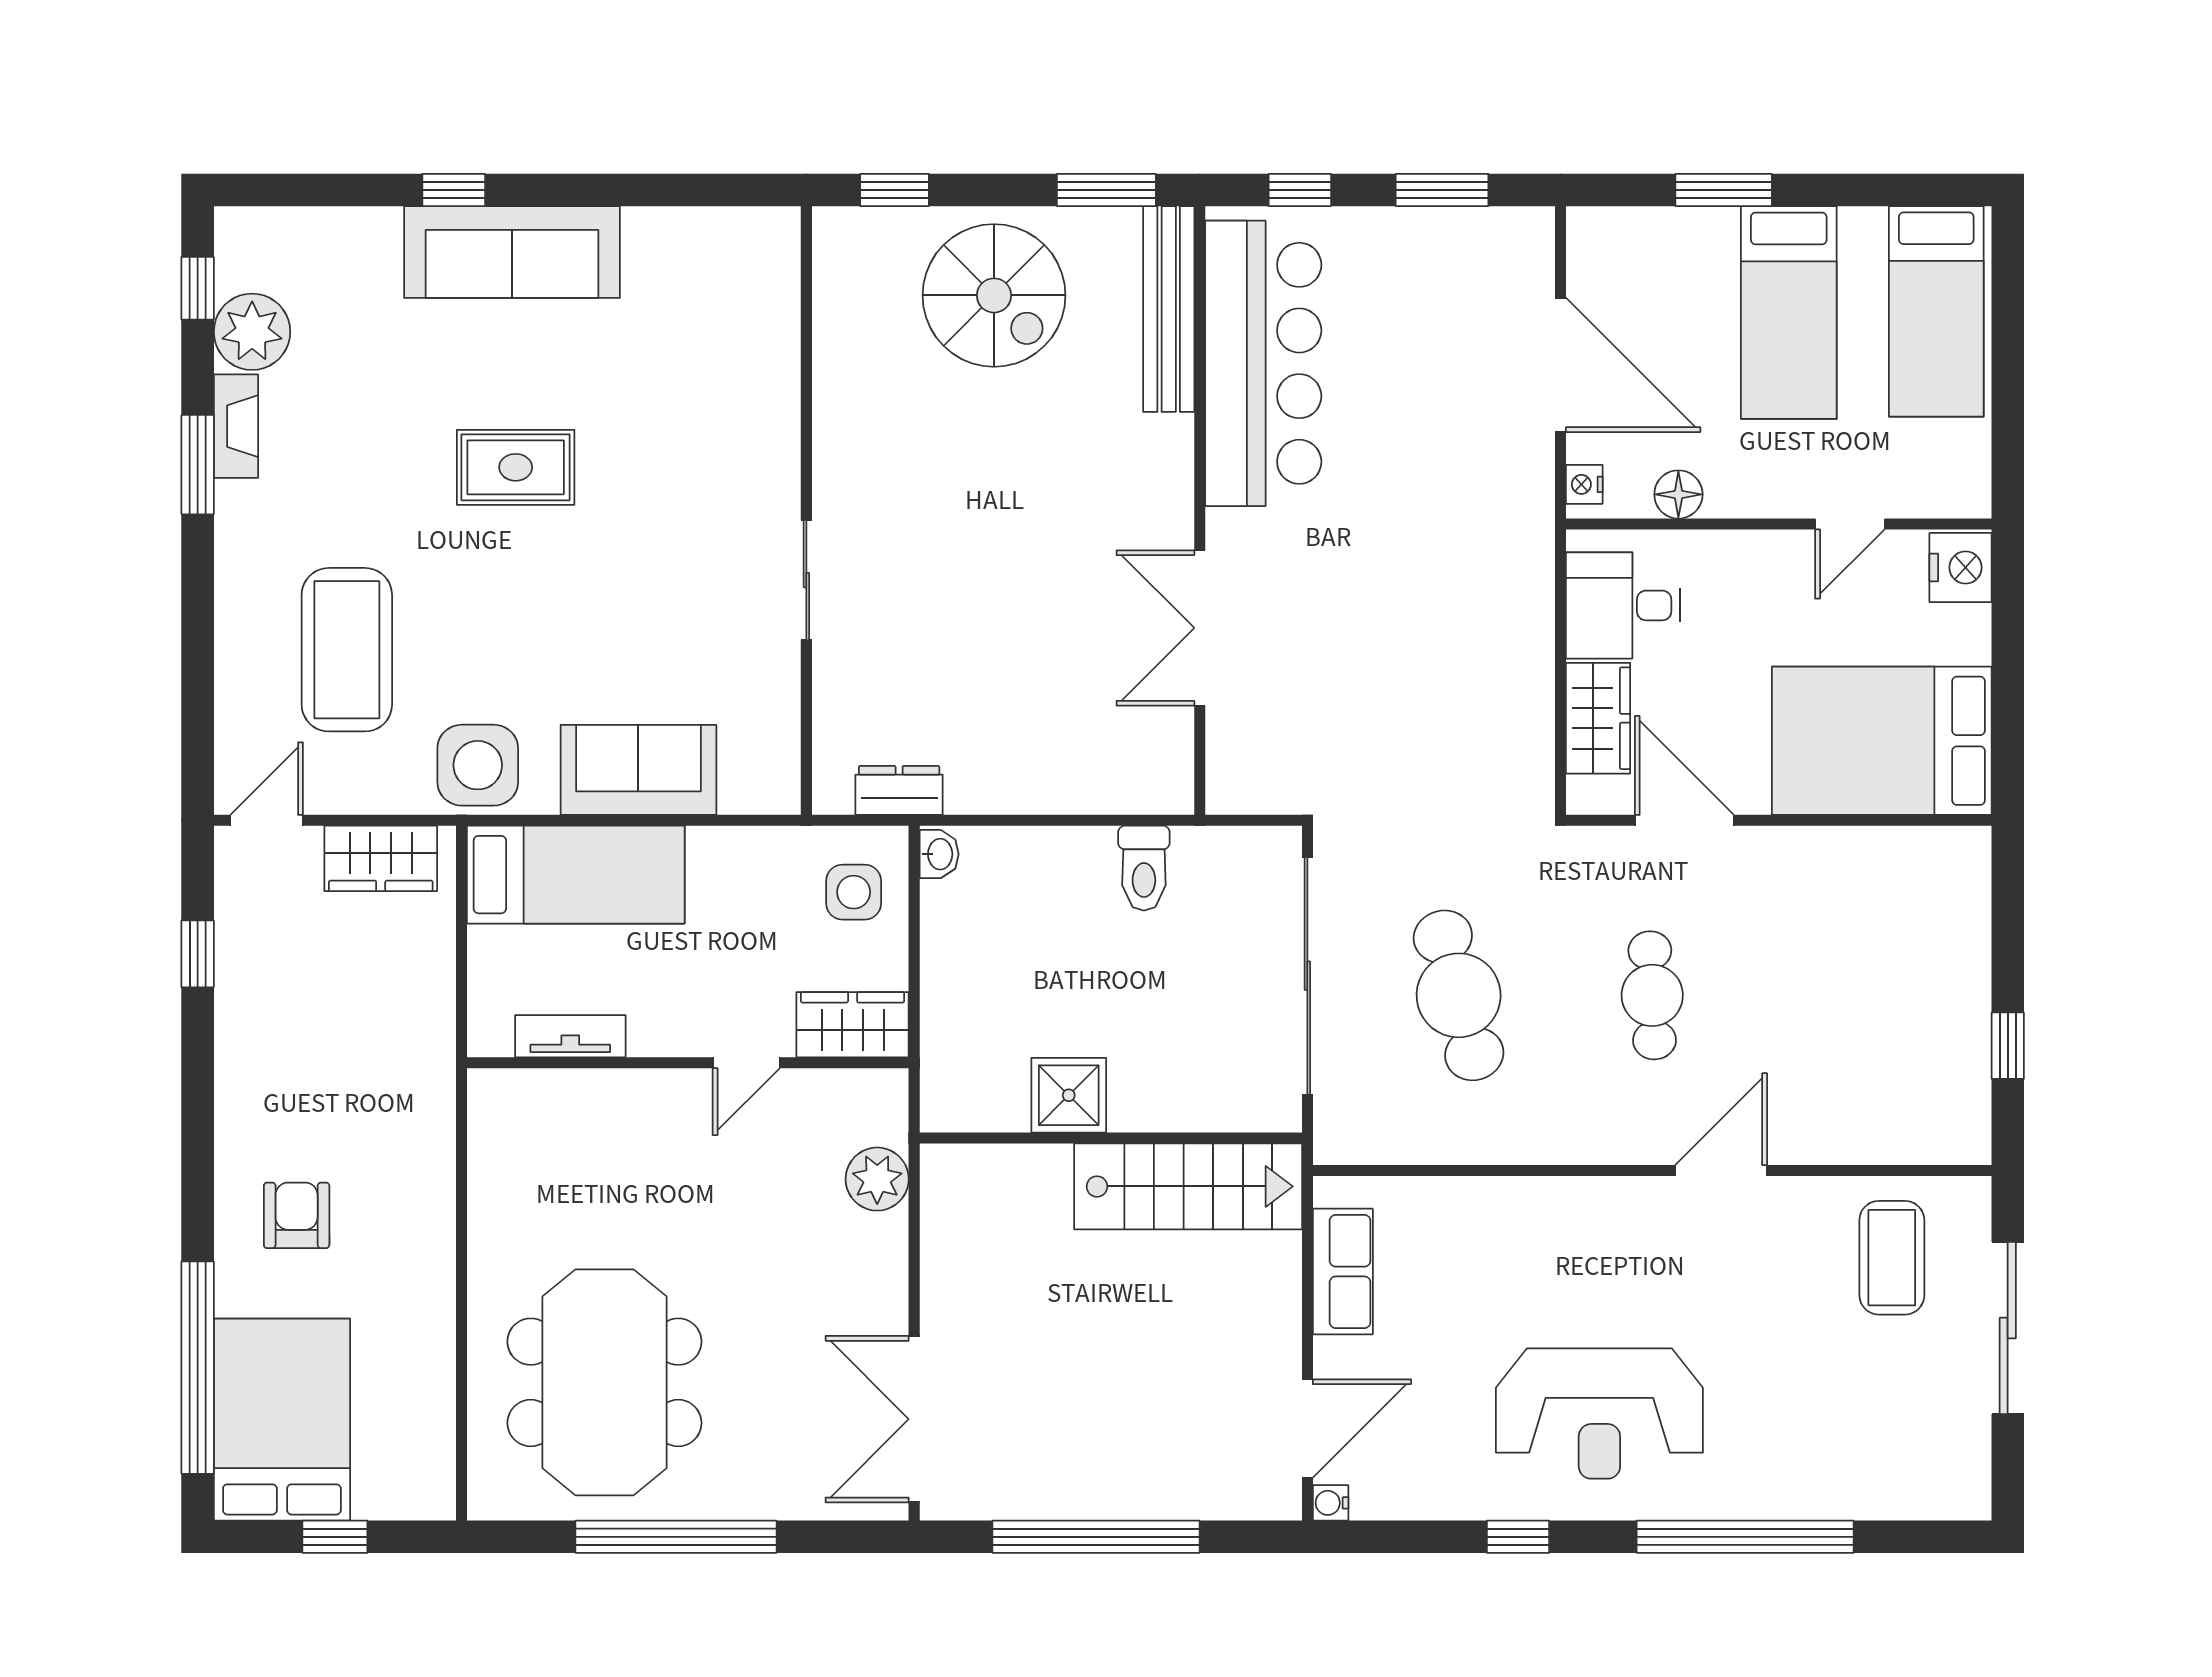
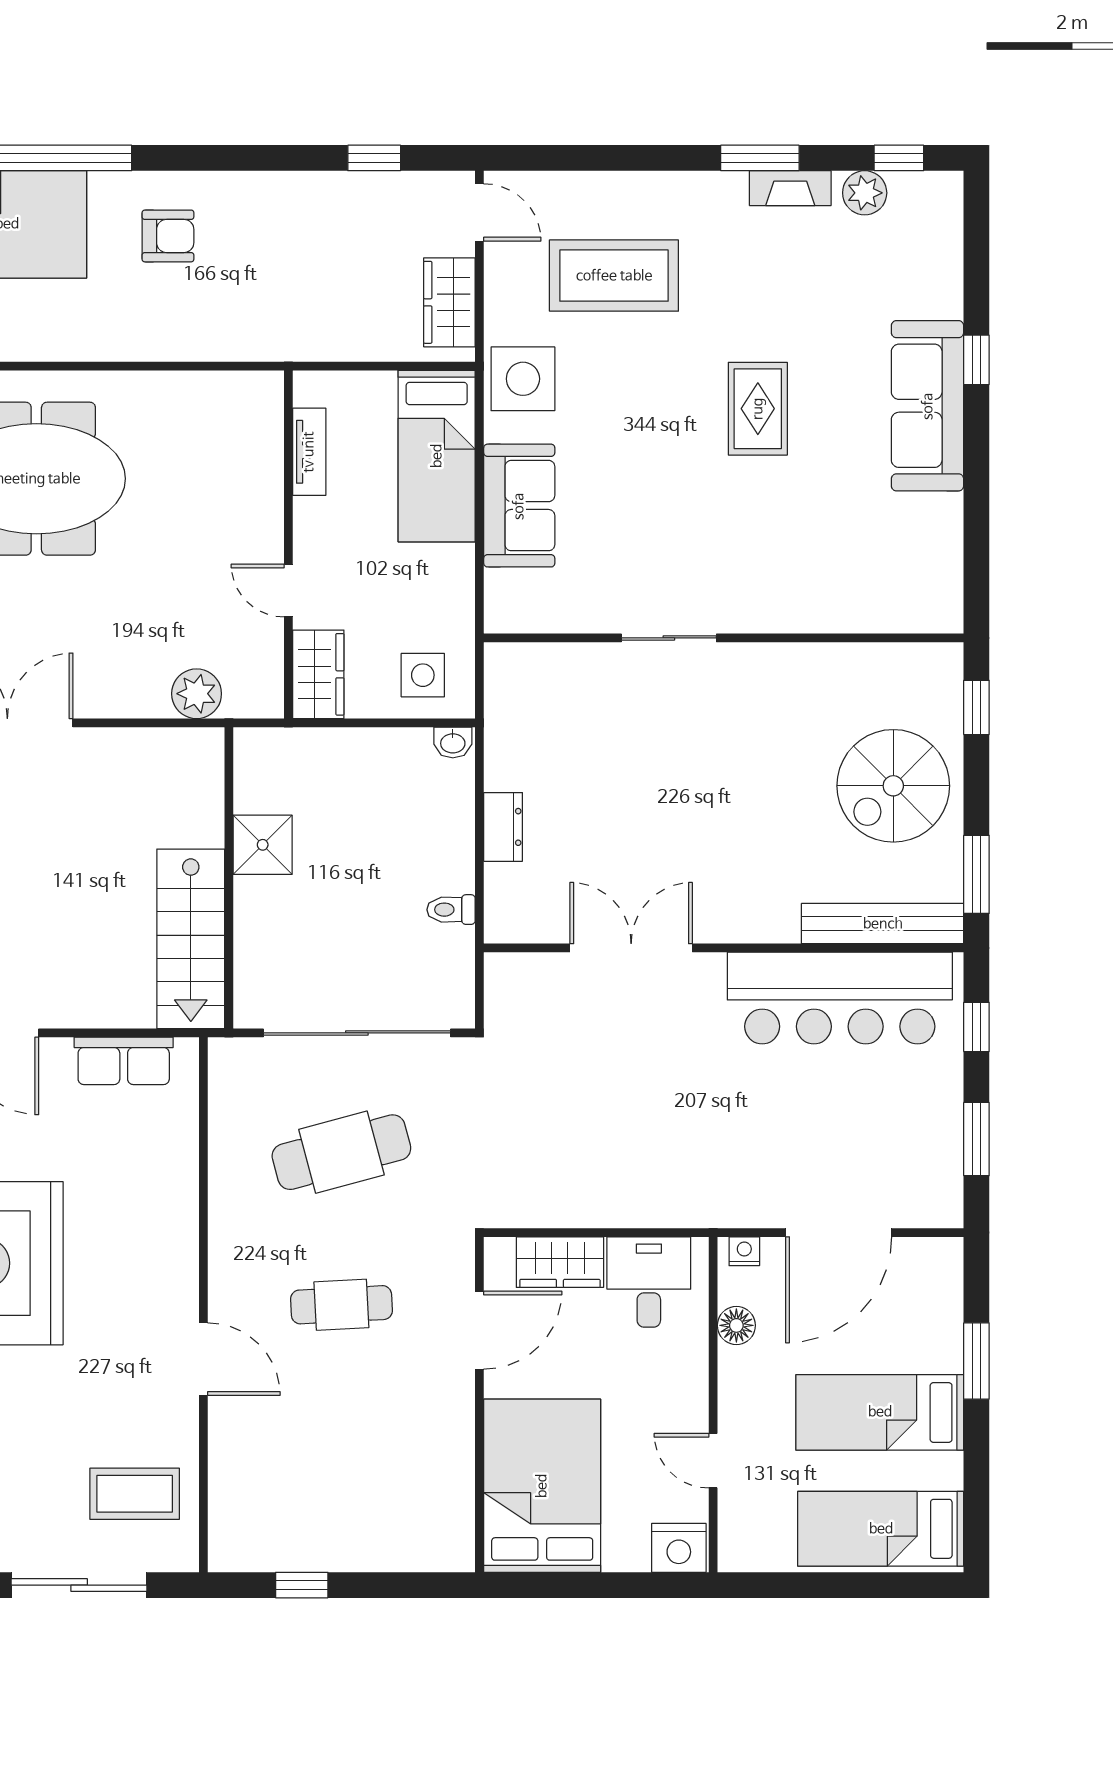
plant: (252, 332) -> (865, 193), width x0.73, depth x0.73
dresser: (899, 790) -> (503, 827), moved
toilet: (1144, 868) -> (451, 910), width x0.73, depth x0.72

